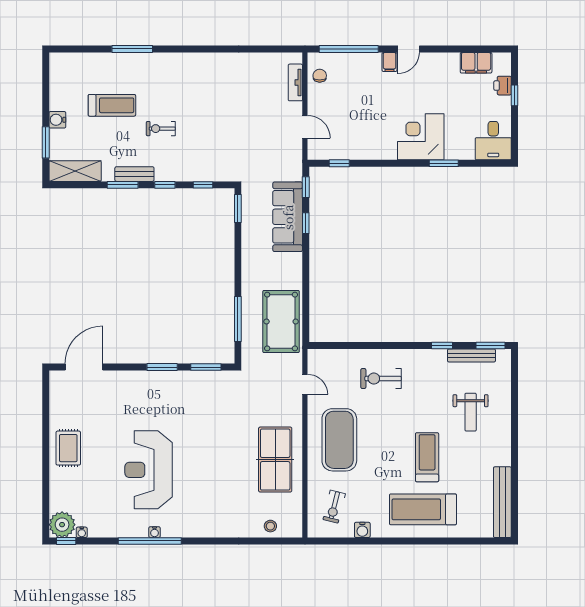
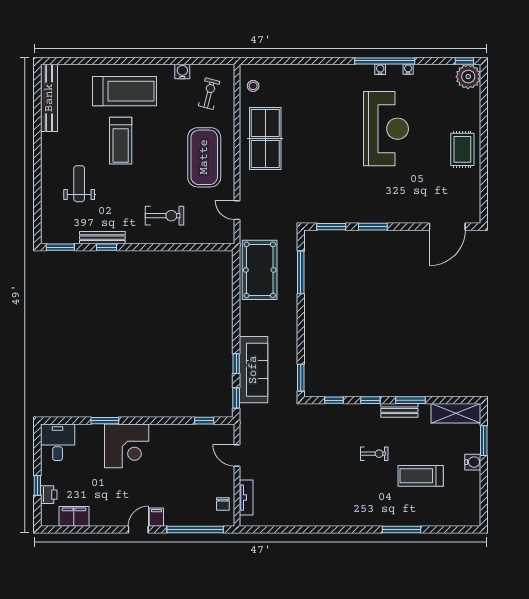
bench: (471, 355) -> (102, 238), moved
stool: (270, 526) -> (253, 86), moved
water cooler: (82, 532) -> (408, 69), moved

